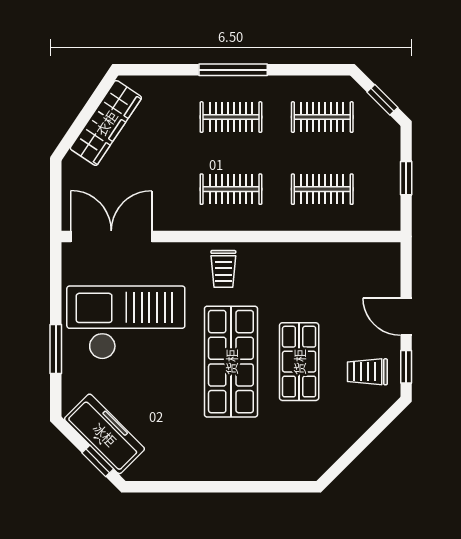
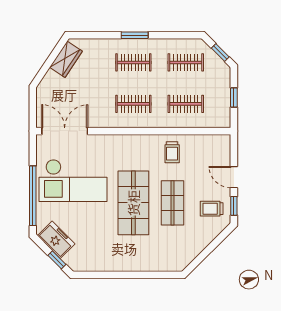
window: (233, 70) -> (135, 35), width x0.69
wardrobe: (106, 123) -> (66, 59), width x0.67
trolley: (223, 269) -> (172, 152), moved
checkout: (126, 323) -> (73, 180), turned 180
window: (56, 349) -> (33, 196), width x2.11
freezer: (105, 434) -> (56, 240), width x0.71

